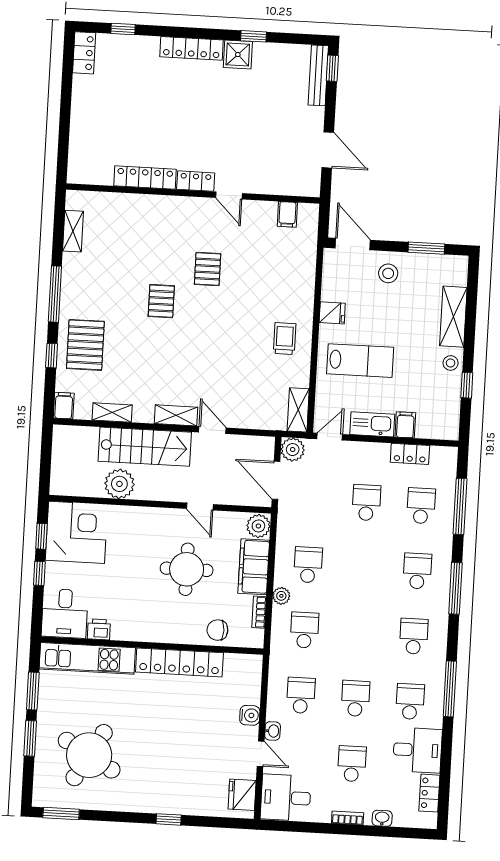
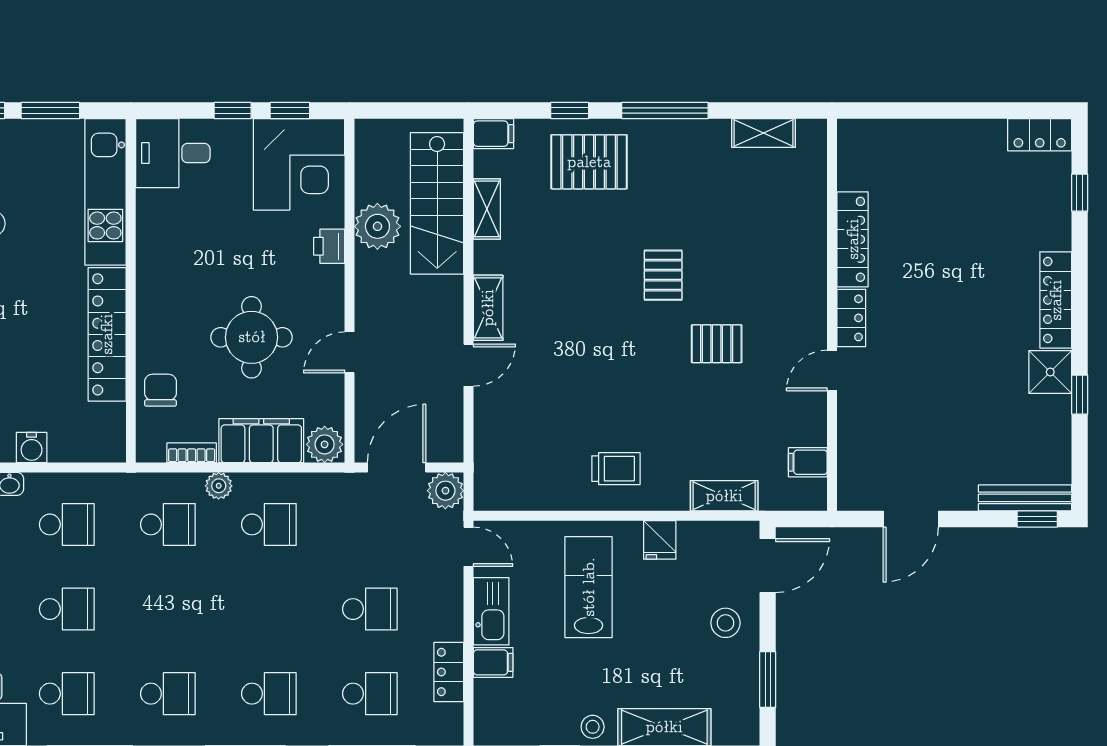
pallet: (161, 301) -> (663, 275), turned 90
lab bench: (360, 361) -> (589, 587), turned 180
shelving: (298, 410) -> (724, 496), moved
stairs: (145, 447) -> (437, 203), moved
printer: (99, 629) -> (329, 246), moved, turned 180

